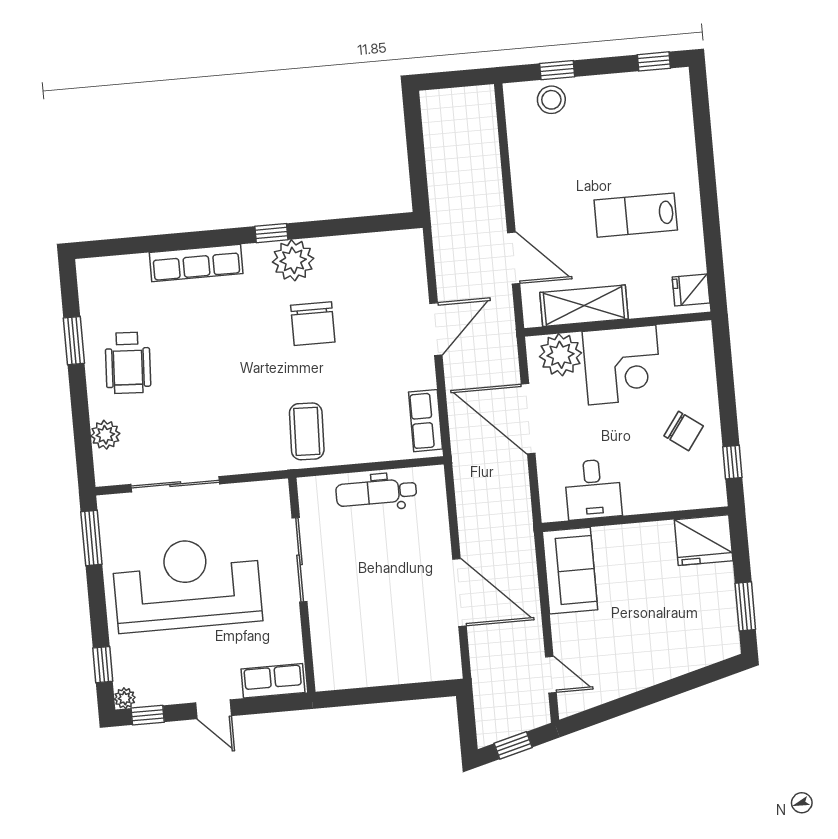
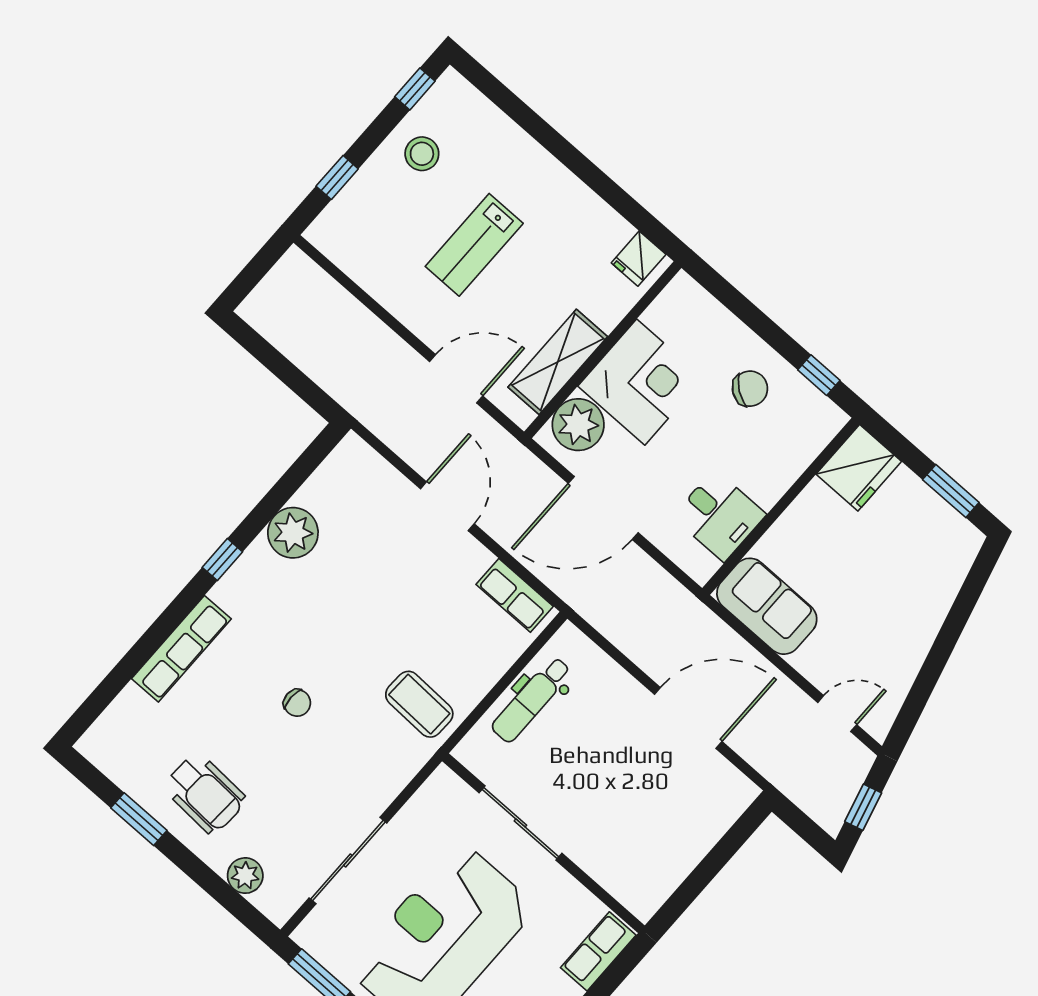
stool: (551, 100) -> (422, 154), moved
lab bench: (636, 215) -> (474, 245), moved
plant: (293, 260) -> (293, 533), moved
chair: (313, 324) -> (297, 703), moved, width x0.54, depth x0.54

